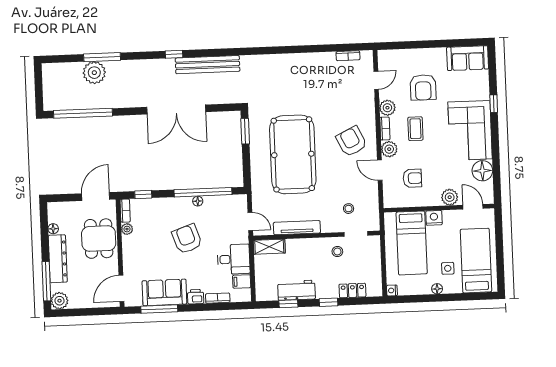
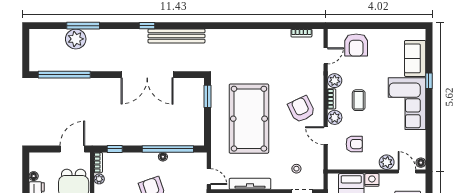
sofa: (468, 58) -> (415, 58), moved, turned 90
armchair: (423, 87) -> (356, 45), moved
floor lamp: (482, 171) -> (421, 163), moved, width x0.53, depth x0.53

